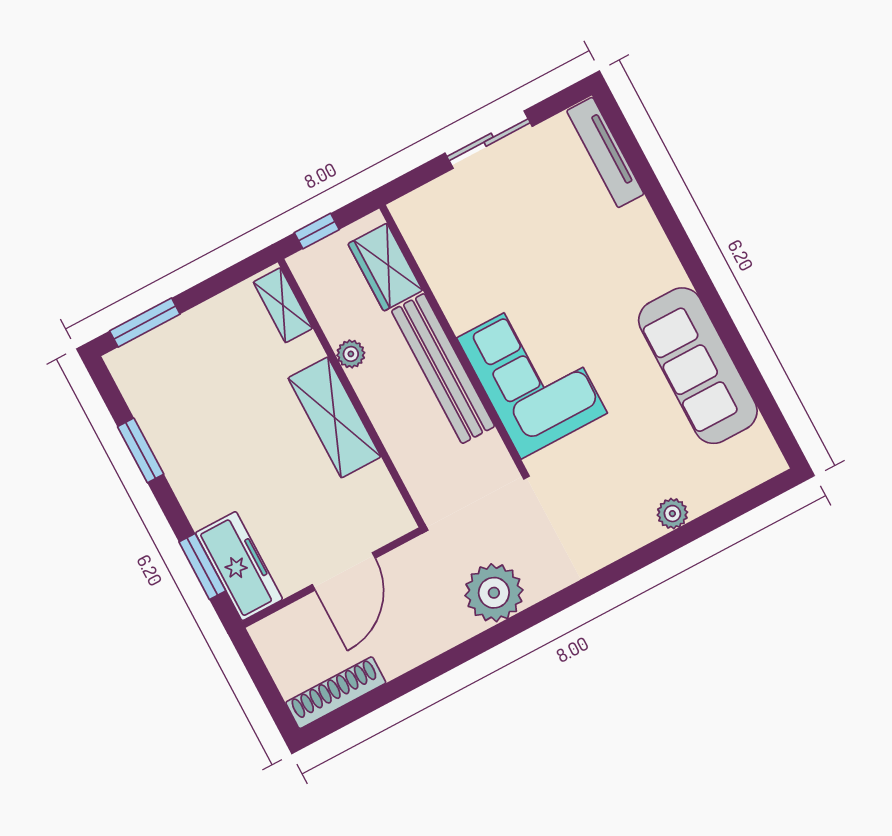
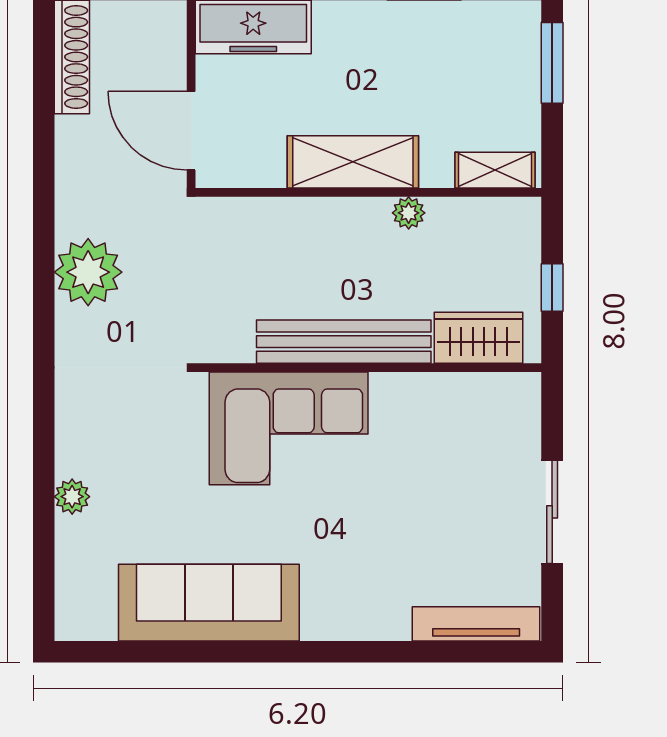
shelving: (283, 305) -> (495, 170), moved
plant: (351, 354) -> (409, 213), moved
wall: (351, 393) -> (368, 192), moved
shelving: (334, 417) -> (353, 162), moved

